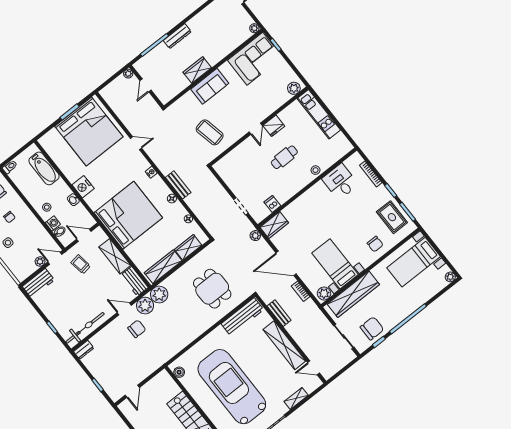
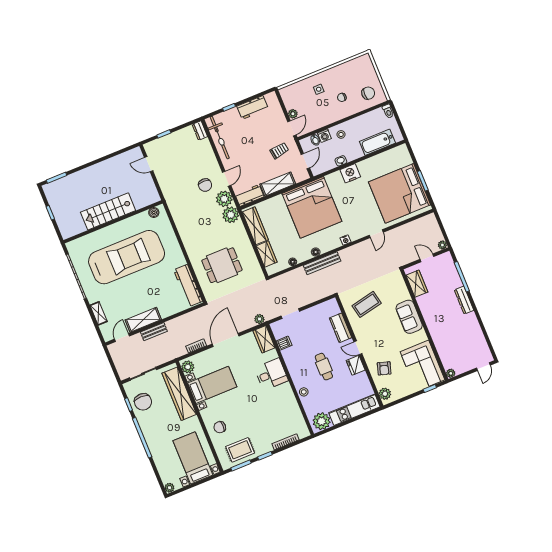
wardrobe: (197, 70) -> (417, 284), moved
armchair: (269, 96) -> (384, 368), added
plant: (340, 144) -> (322, 421), added
kitchen counter: (241, 152) -> (341, 328), added
desk: (340, 182) -> (271, 374), moved
bench: (178, 185) -> (322, 263), width x1.36
workbench: (38, 283) -> (253, 107), moved, turned -90
bench: (279, 313) -> (154, 332), moved
shelving: (284, 345) -> (143, 320), width x0.68

